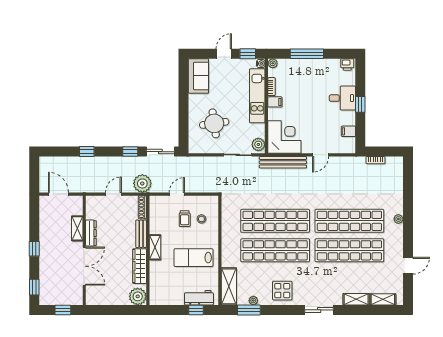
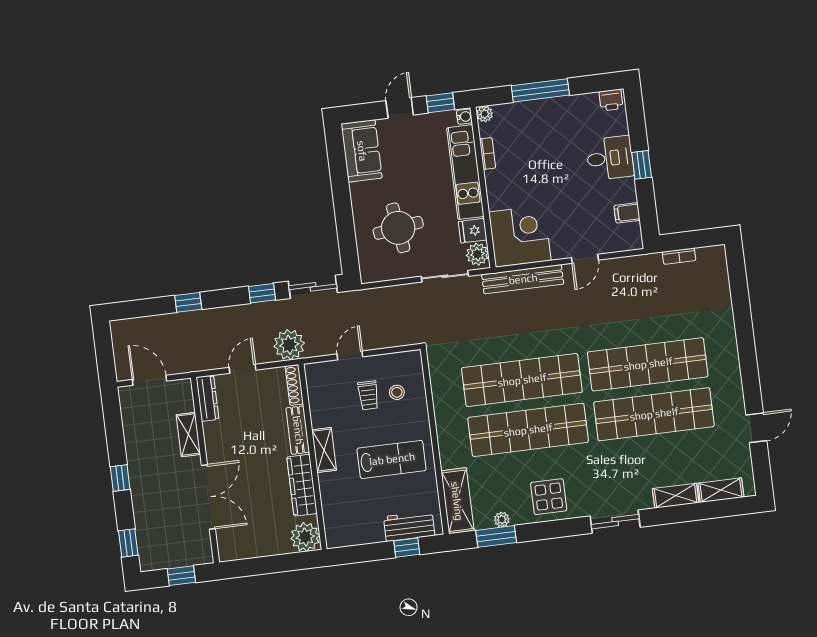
filing cabinet: (275, 102) -> (496, 179), removed
fridge: (257, 130) -> (473, 231), added
plant: (398, 219) -> (730, 351), removed
dresser: (91, 233) -> (207, 398), moved
lab bench: (194, 258) -> (392, 459), turned 180

